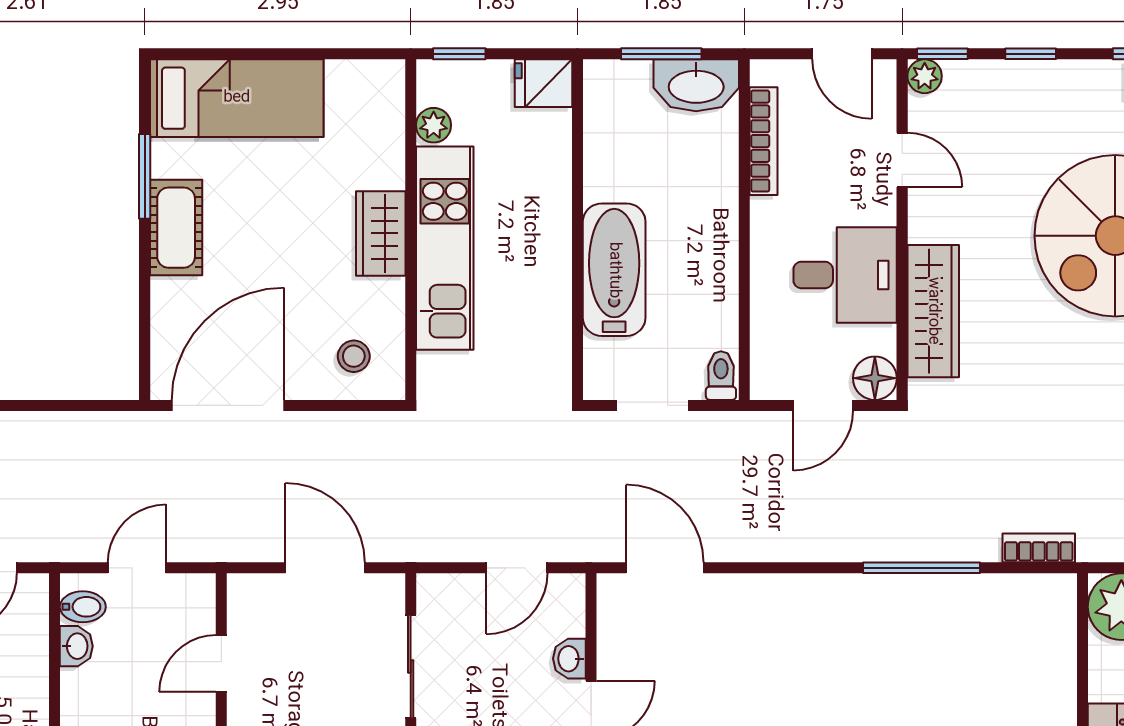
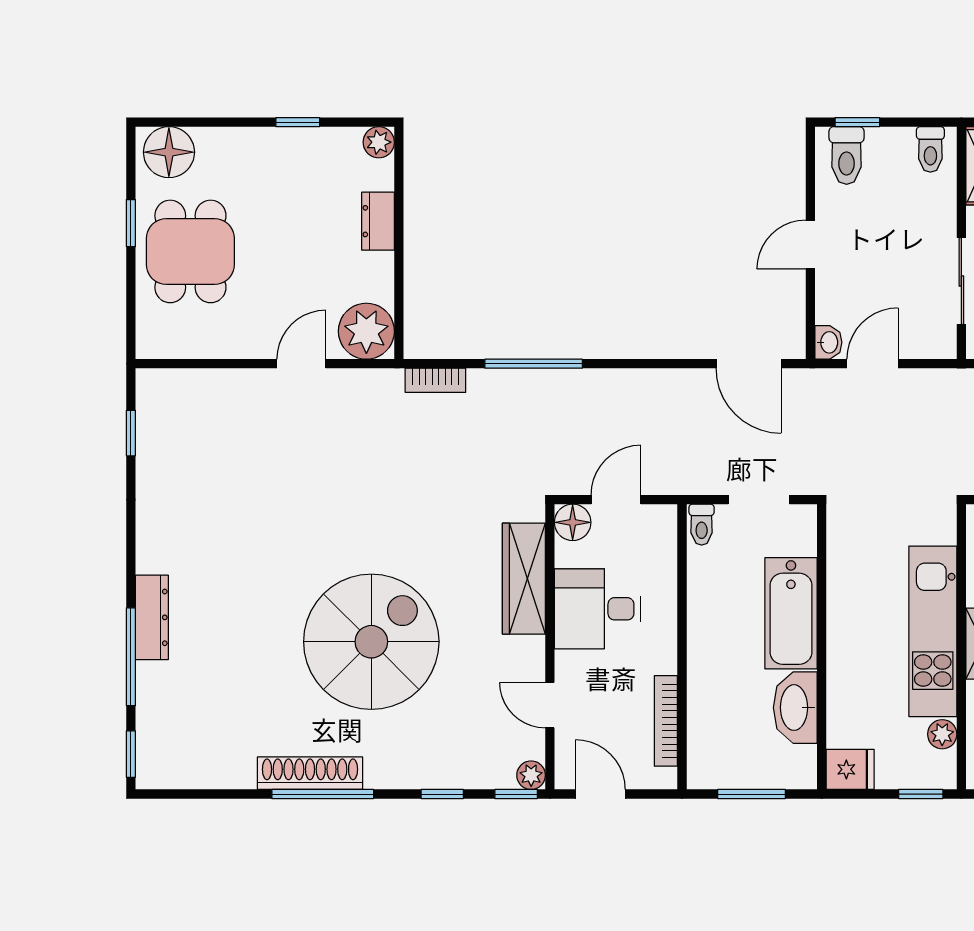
washbasin: (696, 85) -> (795, 708), moved, turned -90
washbasin: (569, 659) -> (828, 342), moved

